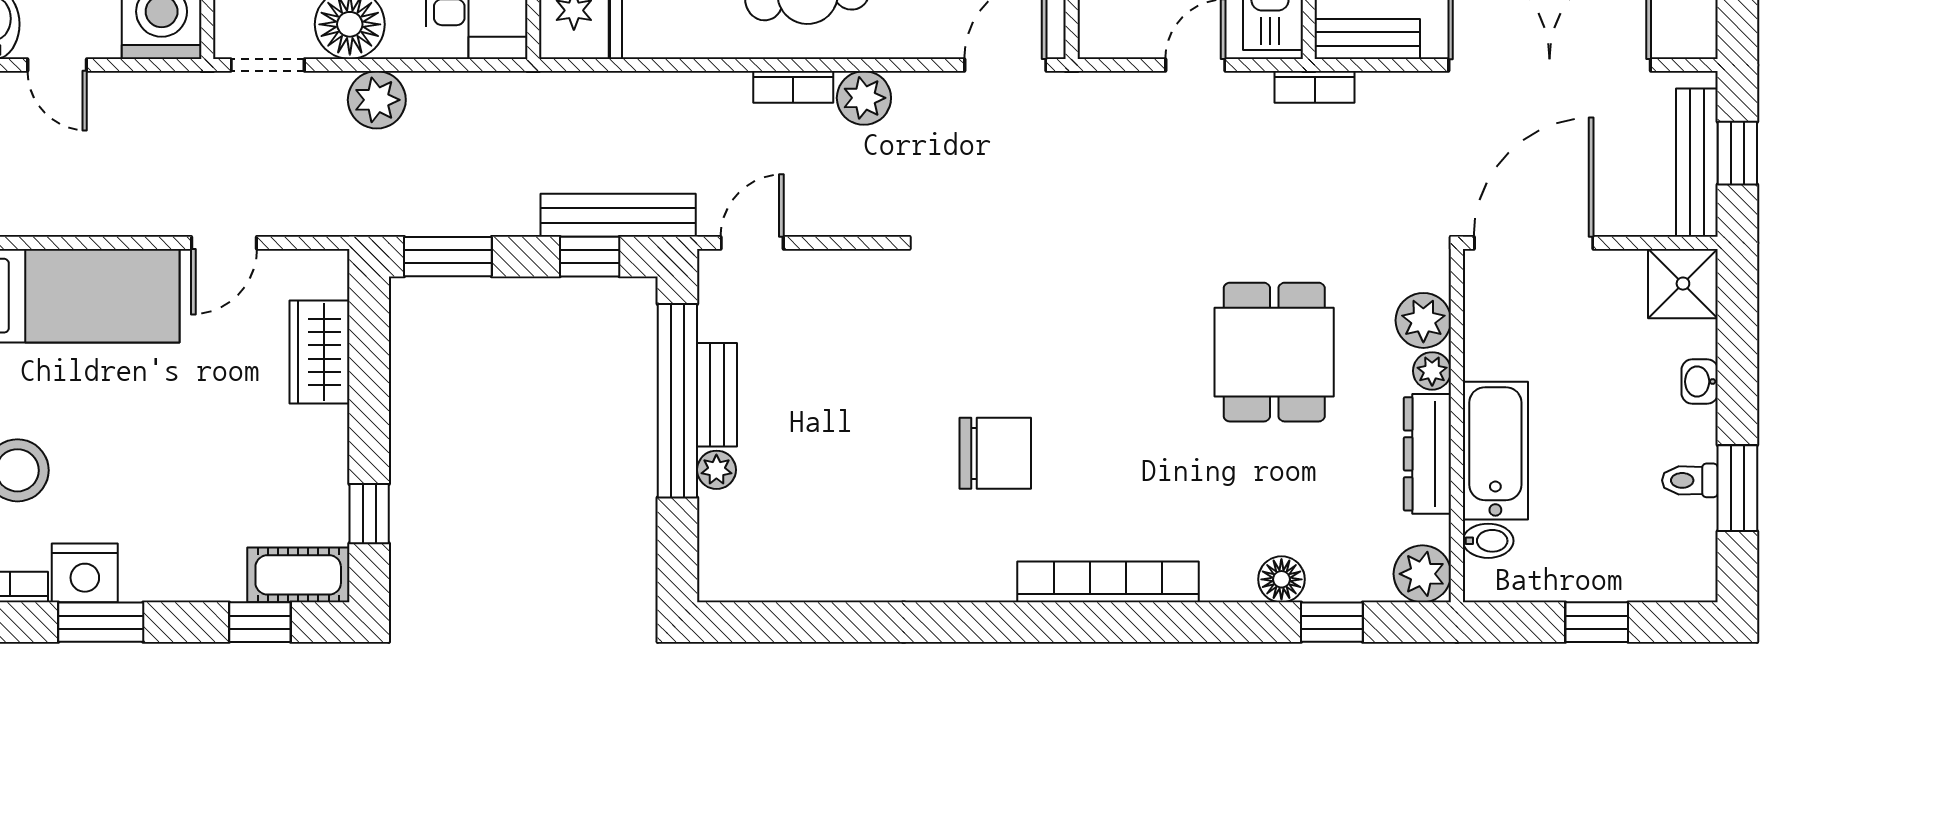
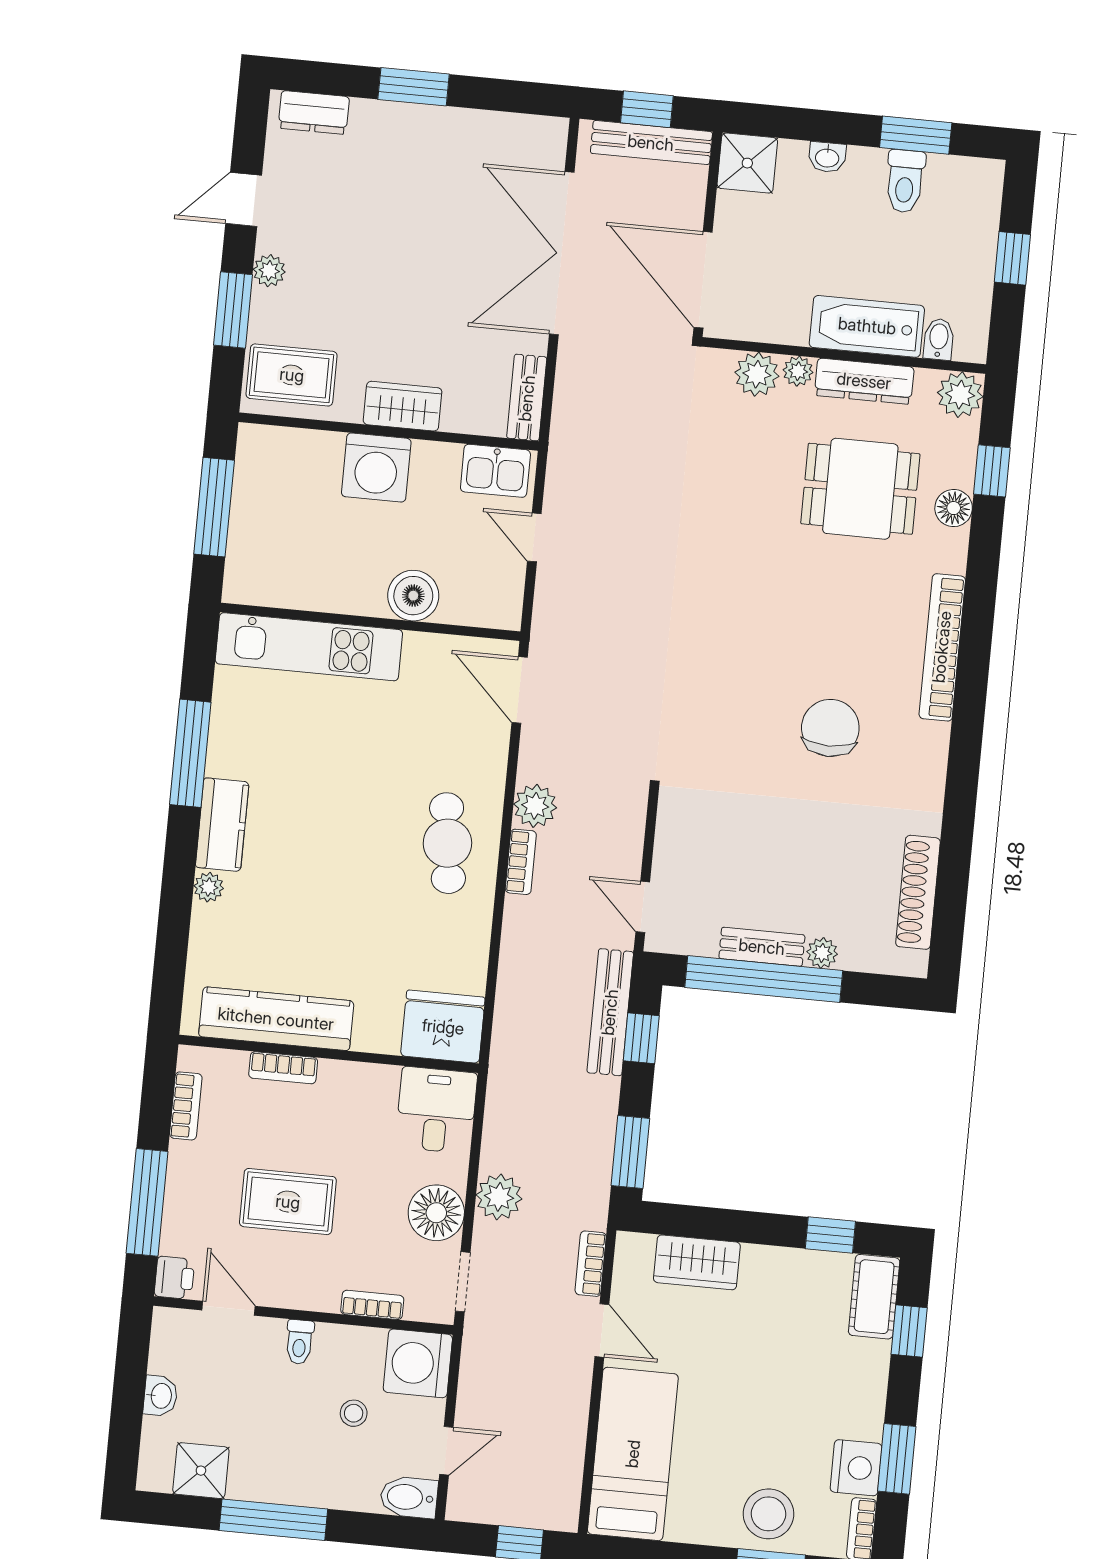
bookcase: (1315, 87) -> (591, 1264), moved, turned 180
dining table: (1274, 352) -> (860, 489), moved
toilet: (1690, 480) -> (905, 181), width x1.37, depth x1.39
shoe rack: (803, 581) -> (918, 892), added

